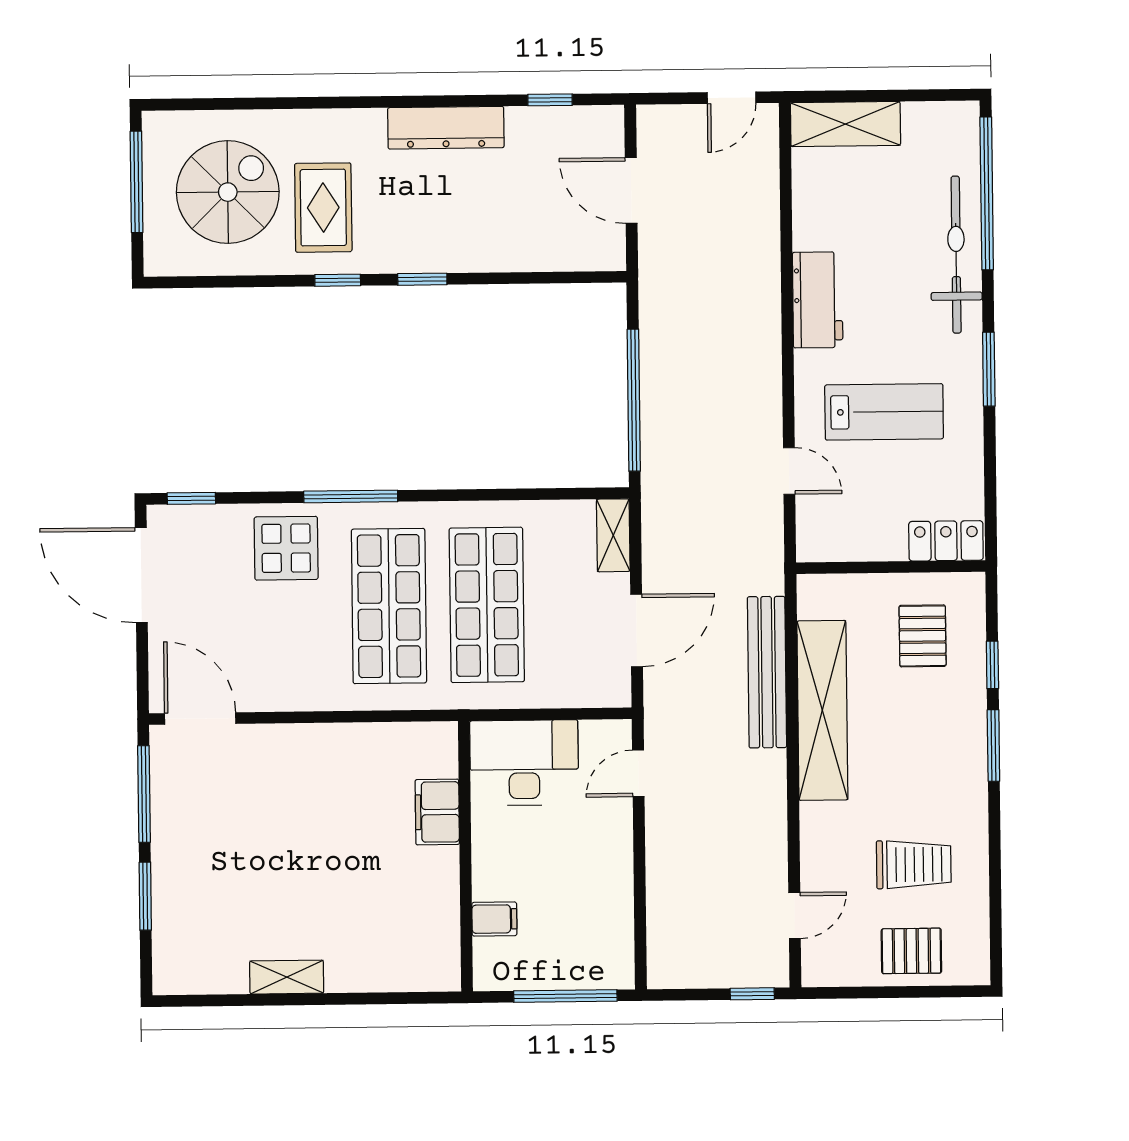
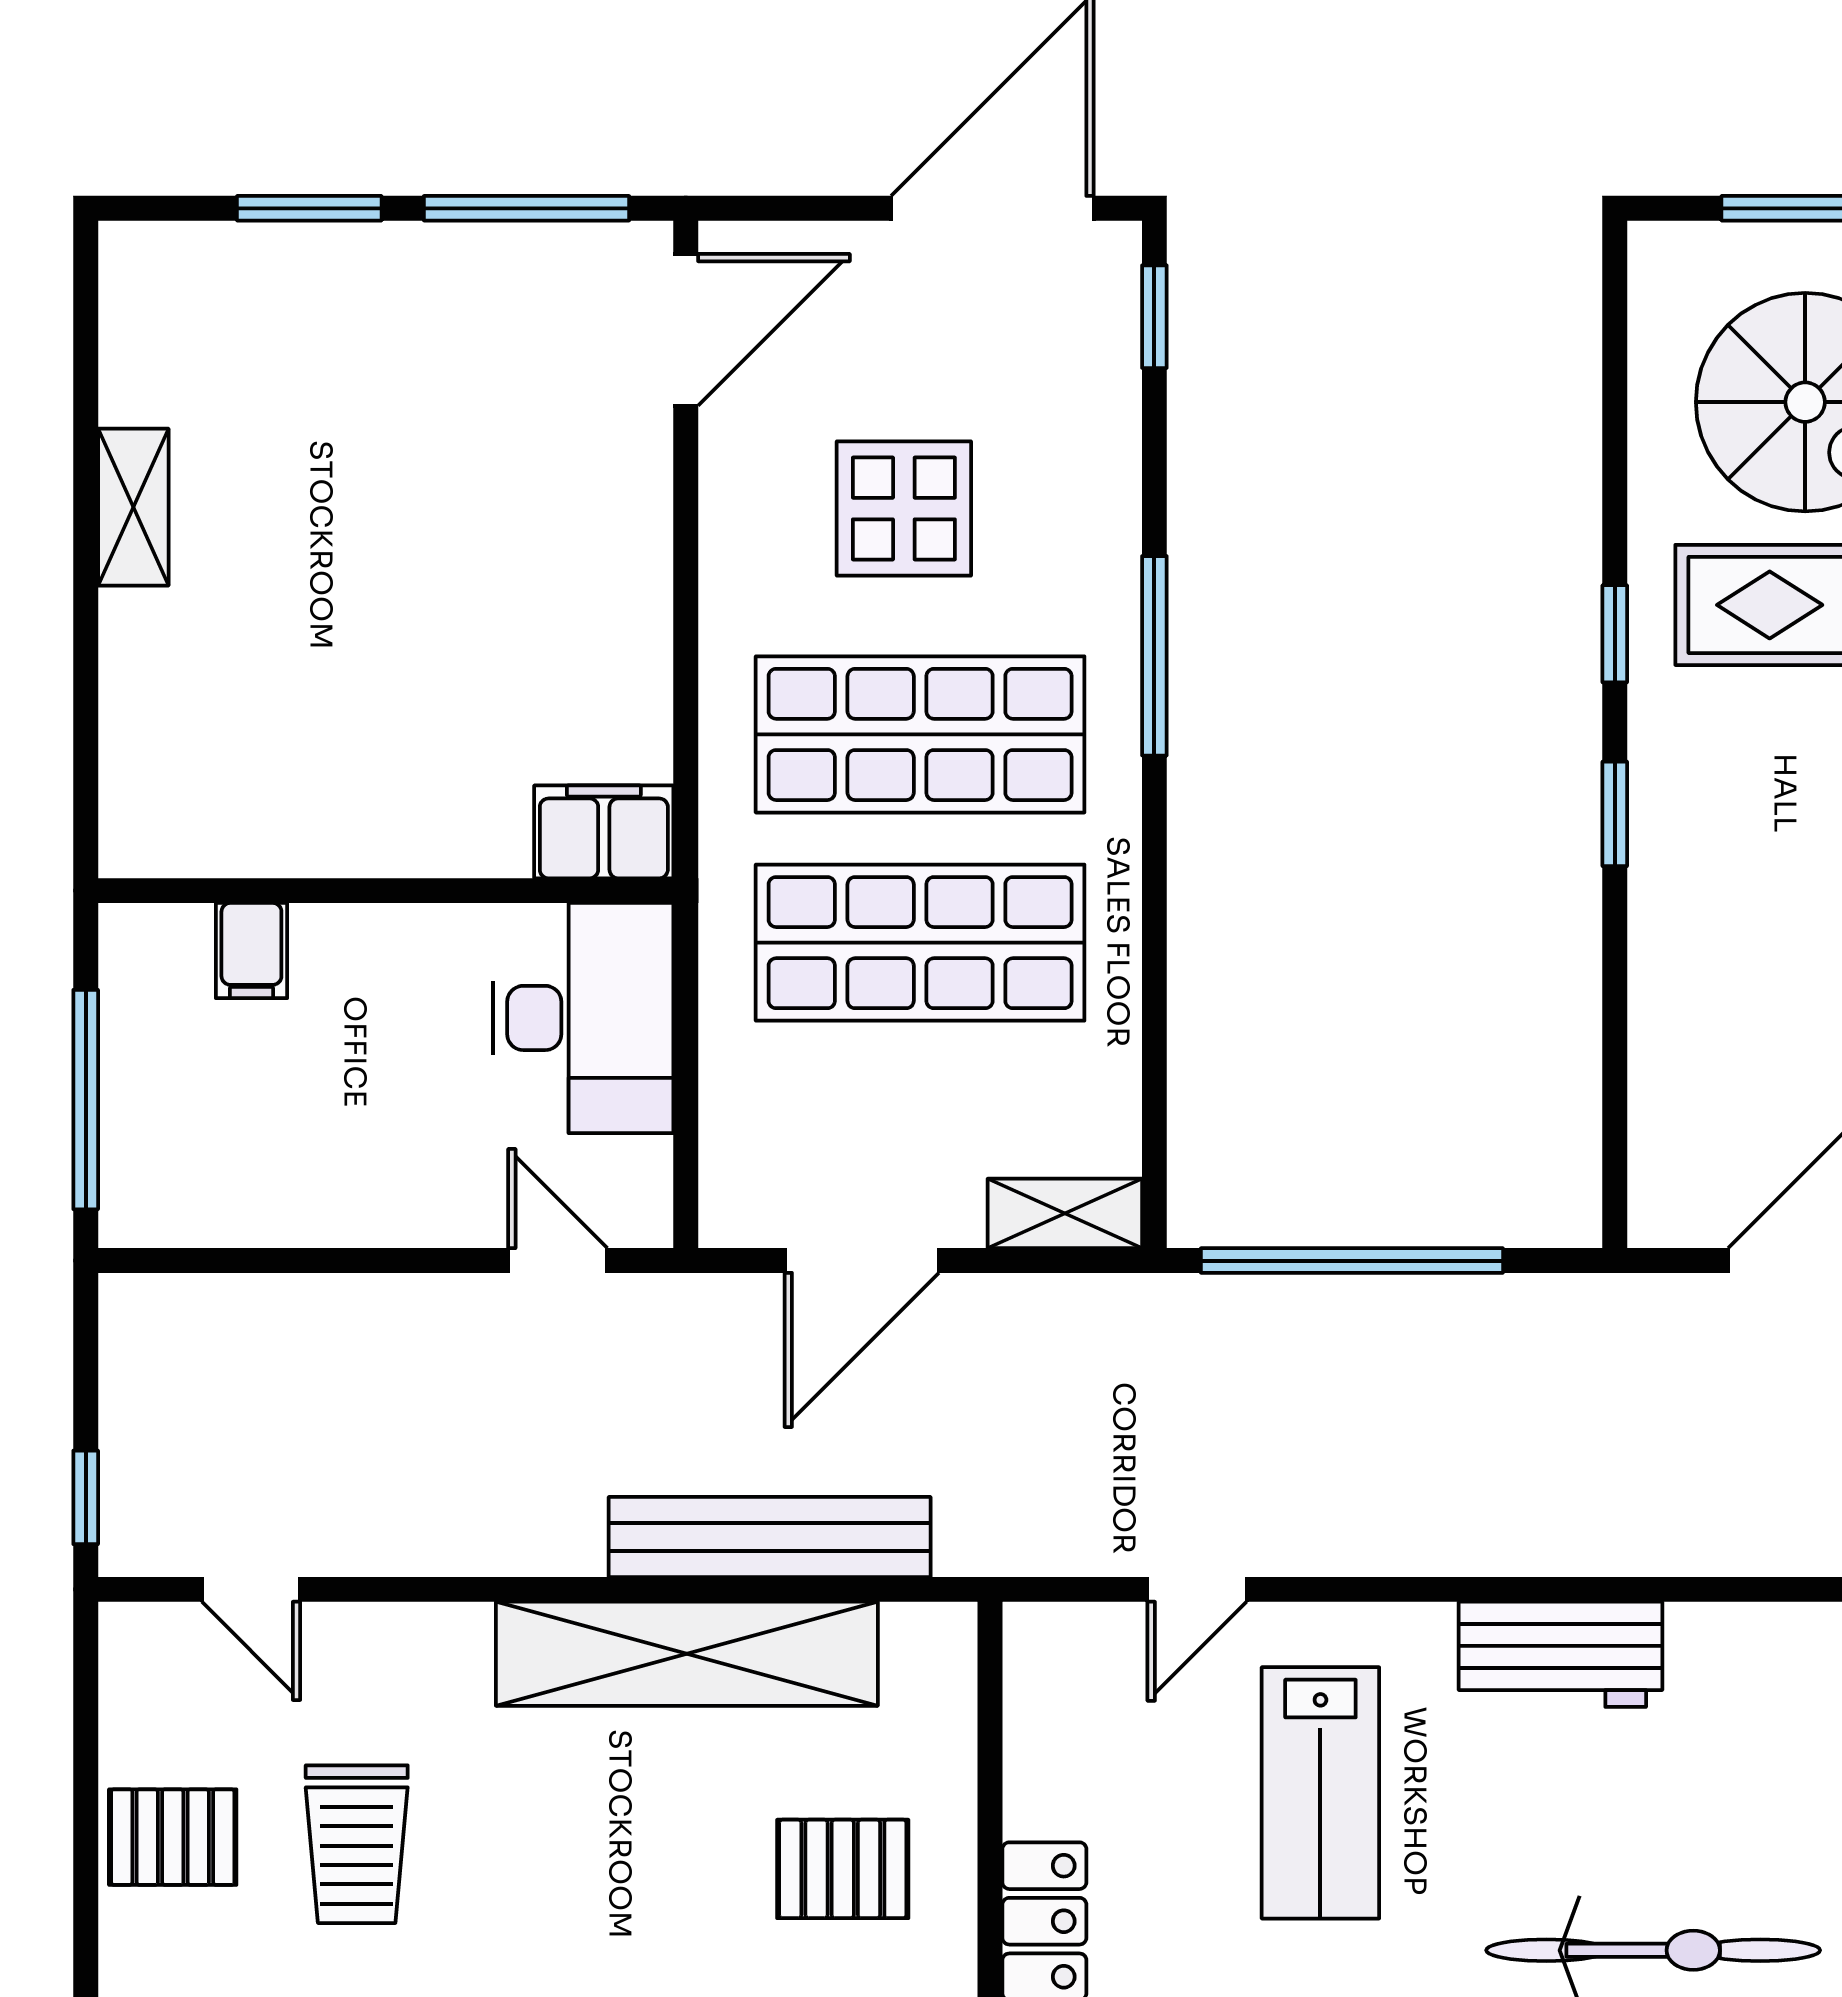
display table: (286, 548) -> (904, 509), moved
door: (637, 630) -> (862, 1261), hinge flipped
filing cabinet: (437, 812) -> (604, 832), moved
pallet: (911, 951) -> (173, 1837), turned 90

